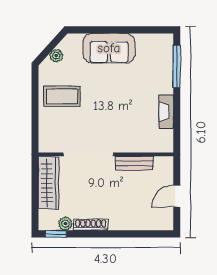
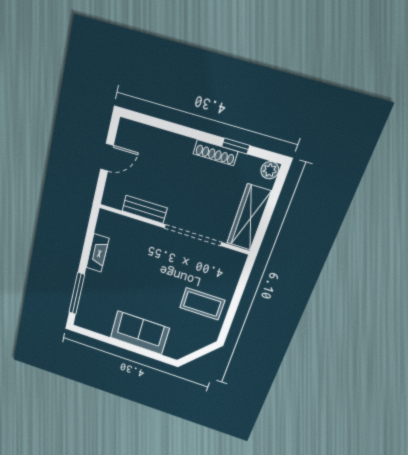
plant: (56, 56) -> (195, 344), removed
plant: (65, 224) -> (270, 170), moved
window: (56, 234) -> (236, 146), moved

